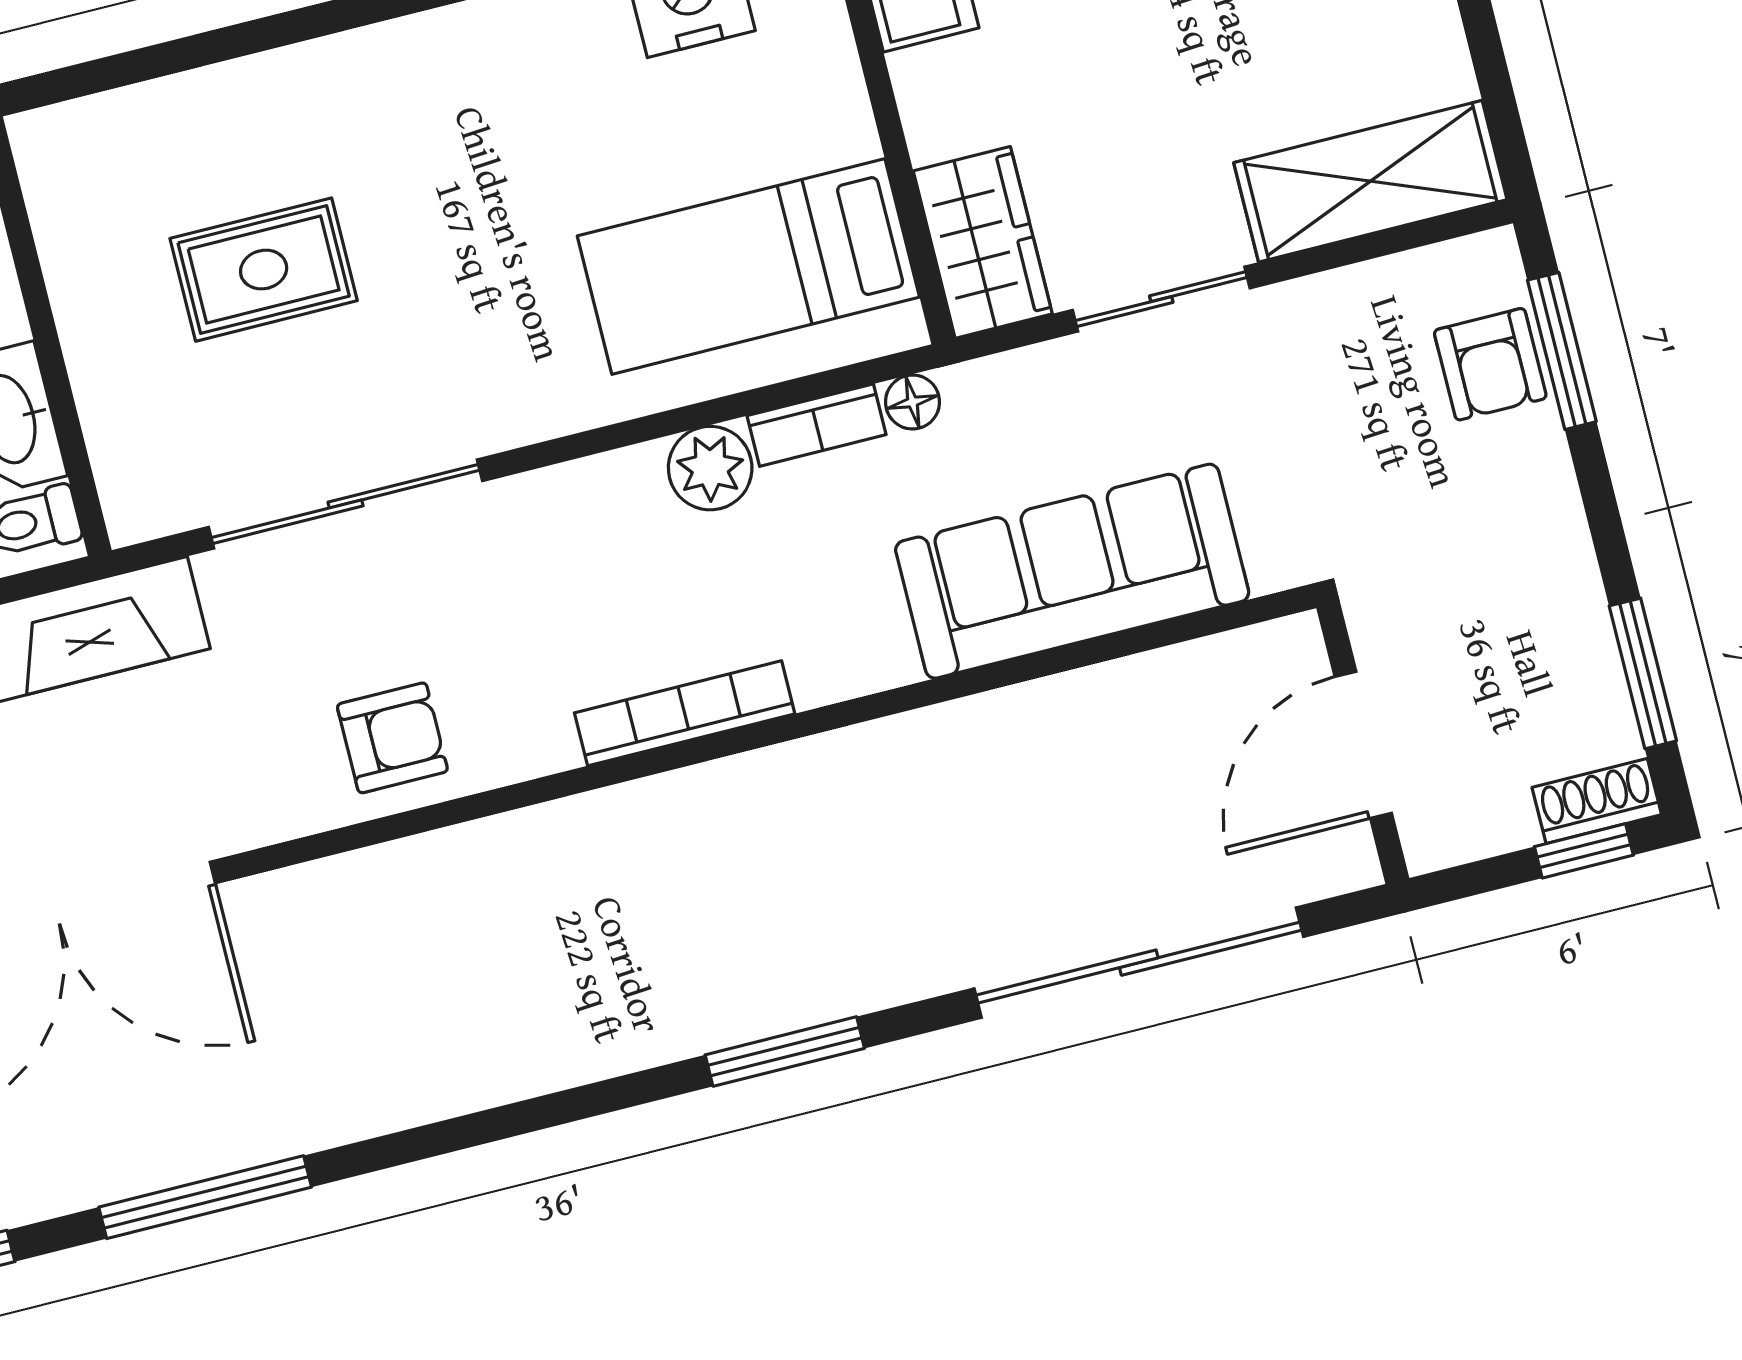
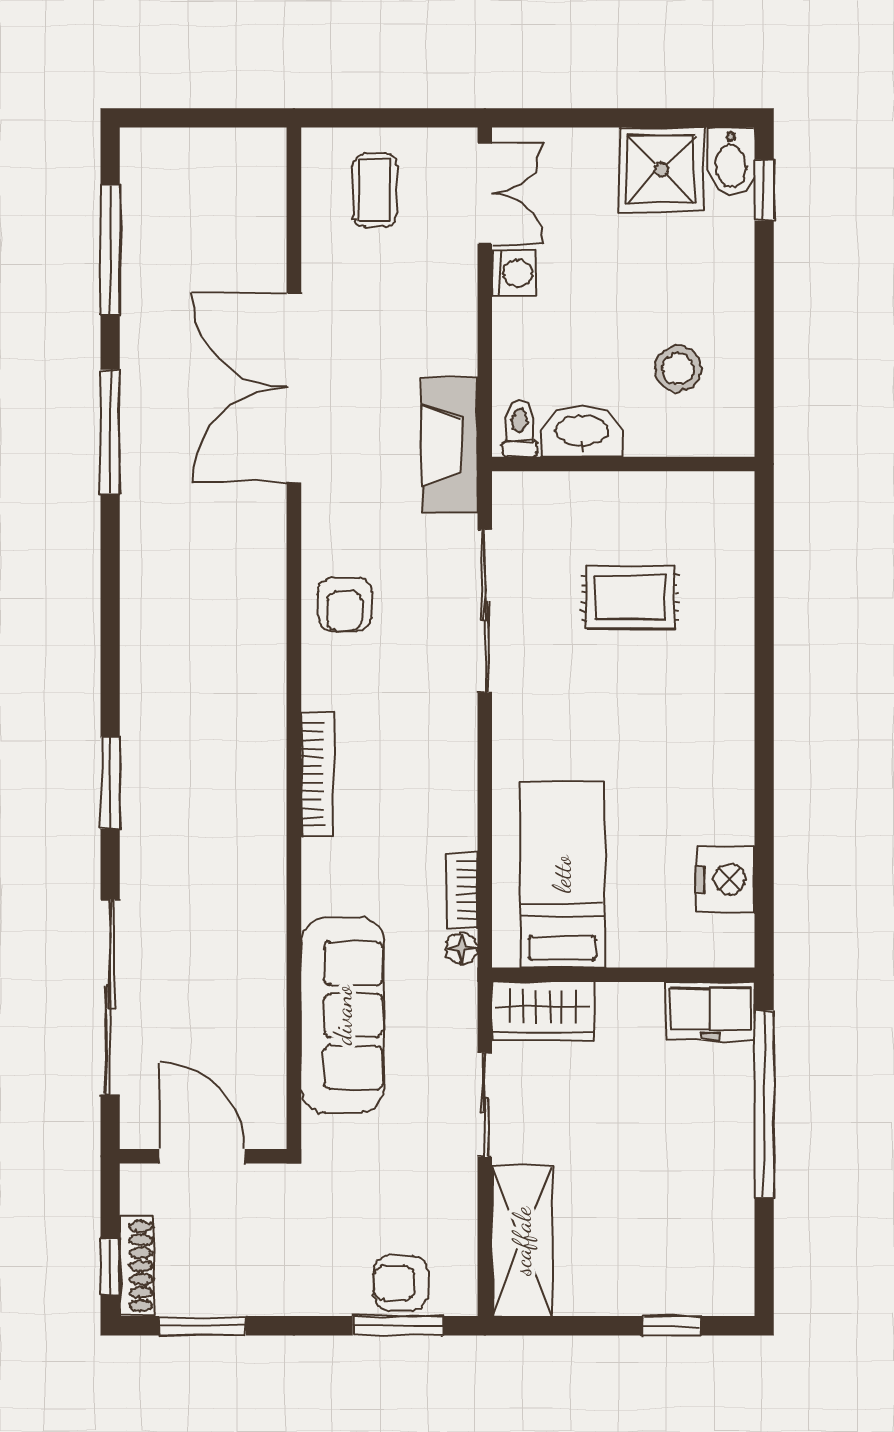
rug: (264, 270) -> (630, 598), turned 90
plant: (710, 468) -> (453, 824), removed
shoe rack: (1597, 801) -> (137, 1266), width x1.43

